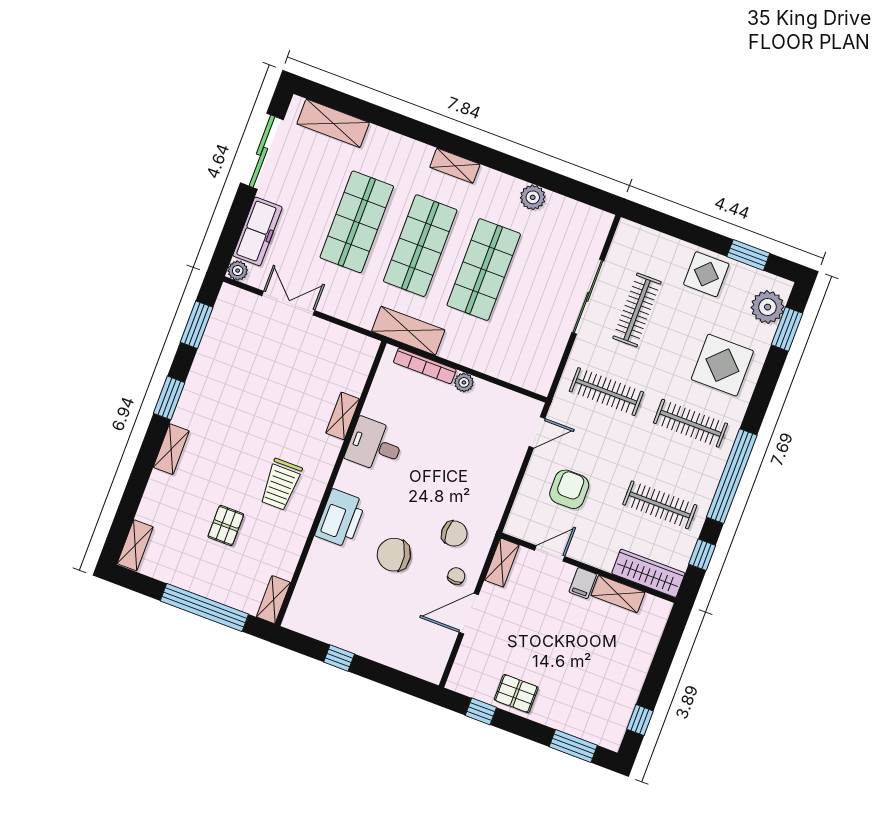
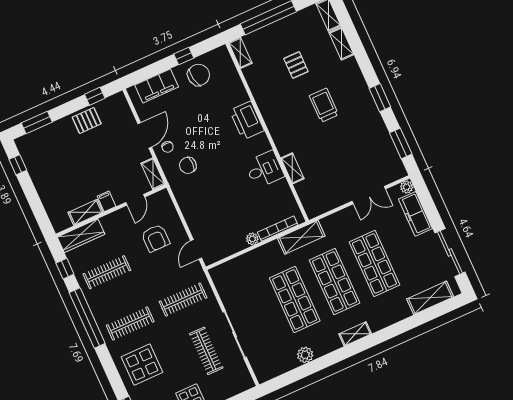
shelving: (171, 449) -> (341, 44), moved
trolley: (281, 484) -> (324, 105), moved
chair: (394, 555) -> (199, 75), moved
filing cabinet: (402, 655) -> (157, 86), added

